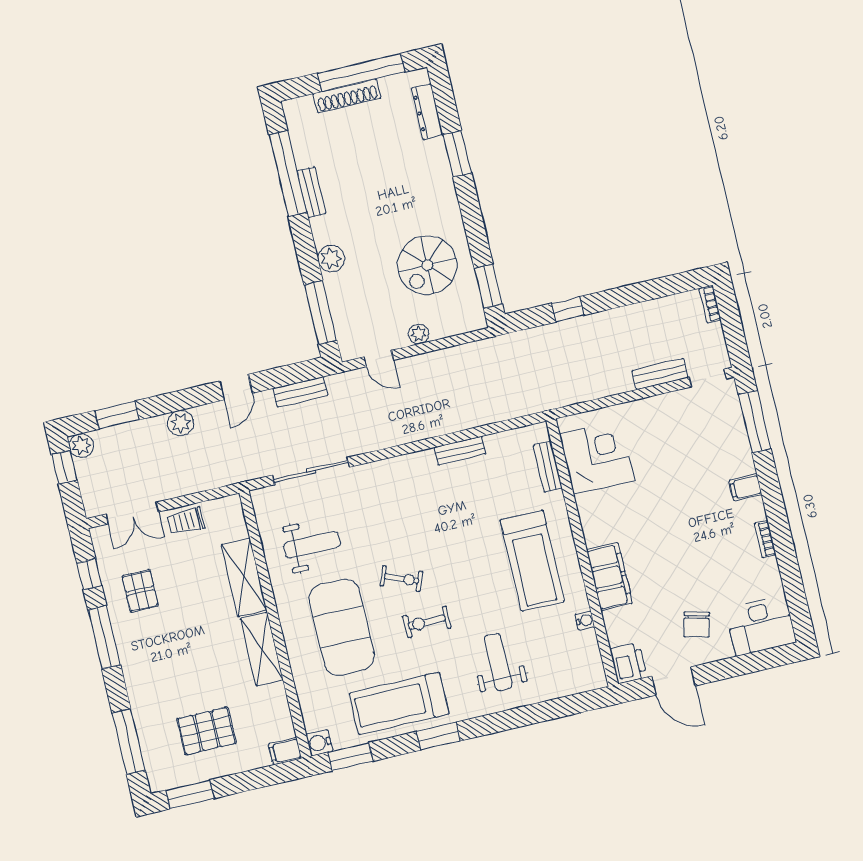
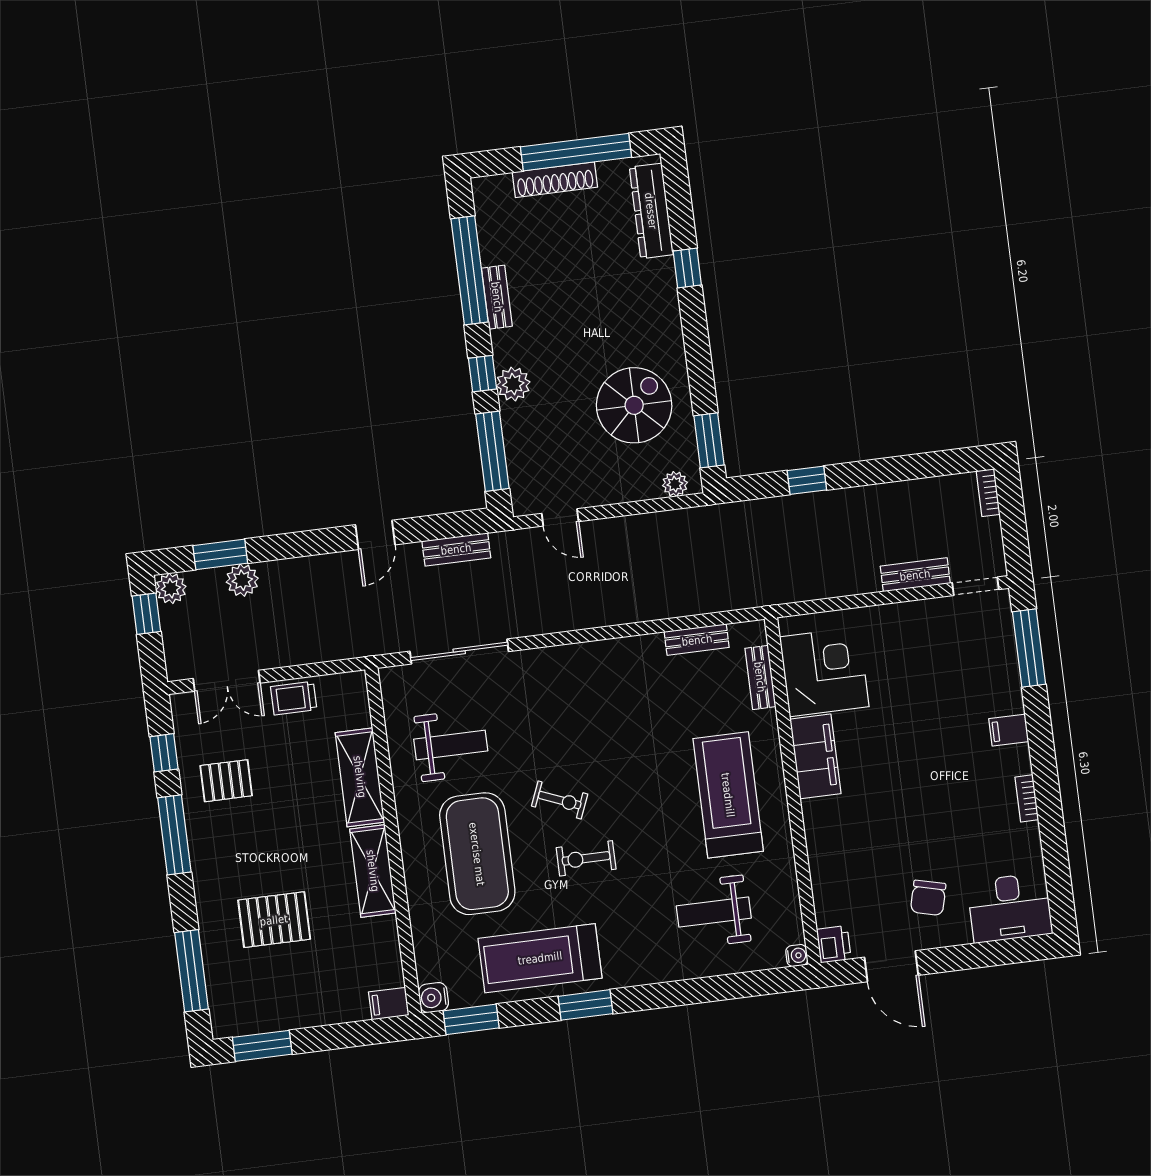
dresser: (427, 112) -> (651, 211), width x1.37, depth x1.24
window: (457, 154) -> (687, 268), width x0.67
window: (306, 253) -> (483, 374), added
spiral stairs: (427, 265) -> (634, 405), turned 180
plant: (419, 334) -> (675, 484), moved
plant: (180, 423) -> (242, 580), moved
bench: (460, 451) -> (697, 640), moved
treadmill: (532, 561) -> (728, 795), turned 180
filing cabinet: (609, 577) -> (815, 756), moved
pallet: (140, 591) -> (226, 781), turned 90
water cooler: (585, 621) -> (797, 956), moved
weight bench: (498, 662) -> (714, 912), moved, turned -90
printer: (628, 663) -> (834, 944), width x0.73, depth x0.81
pallet: (206, 731) -> (274, 920), moved

